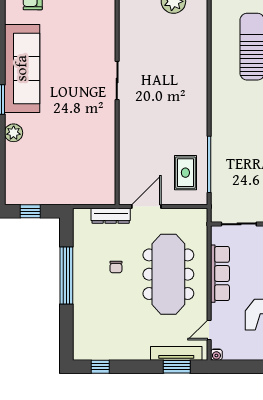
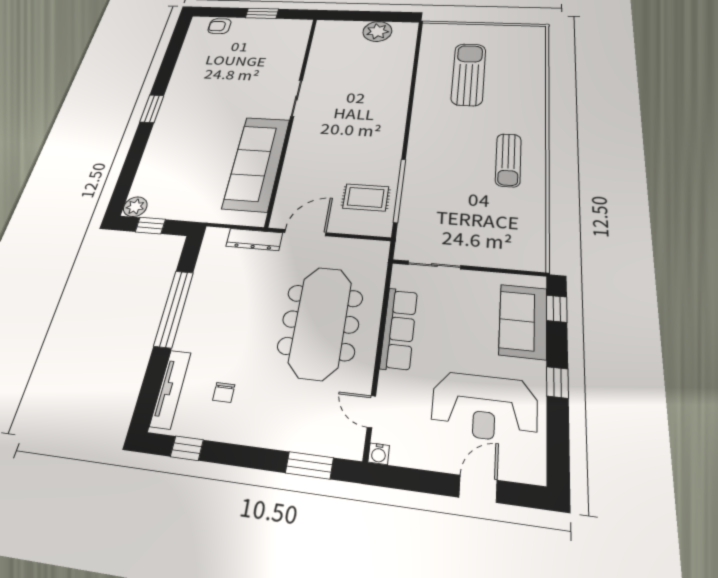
sofa: (22, 68) -> (257, 163), moved, turned 180
plant: (14, 133) -> (135, 207), moved
rug: (185, 173) -> (366, 197), turned 90
chair: (116, 267) -> (224, 392), moved
door: (209, 330) -> (371, 412), hinge flipped
tv unit: (176, 353) -> (170, 389), moved, turned 90

